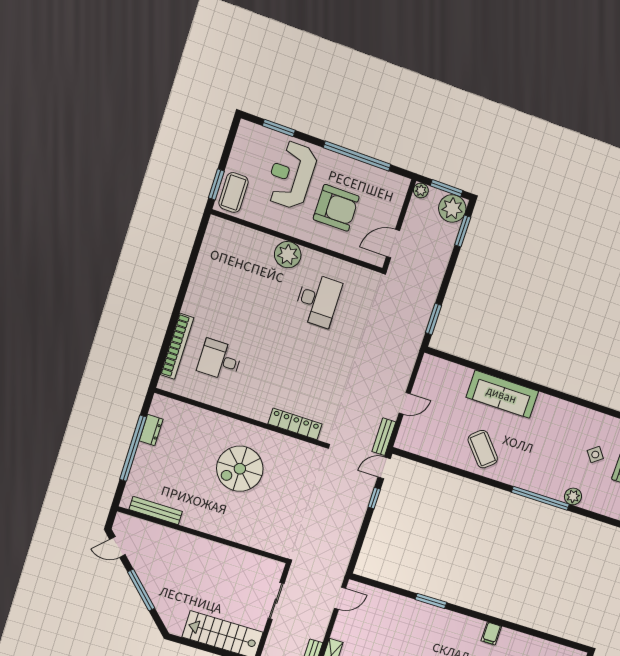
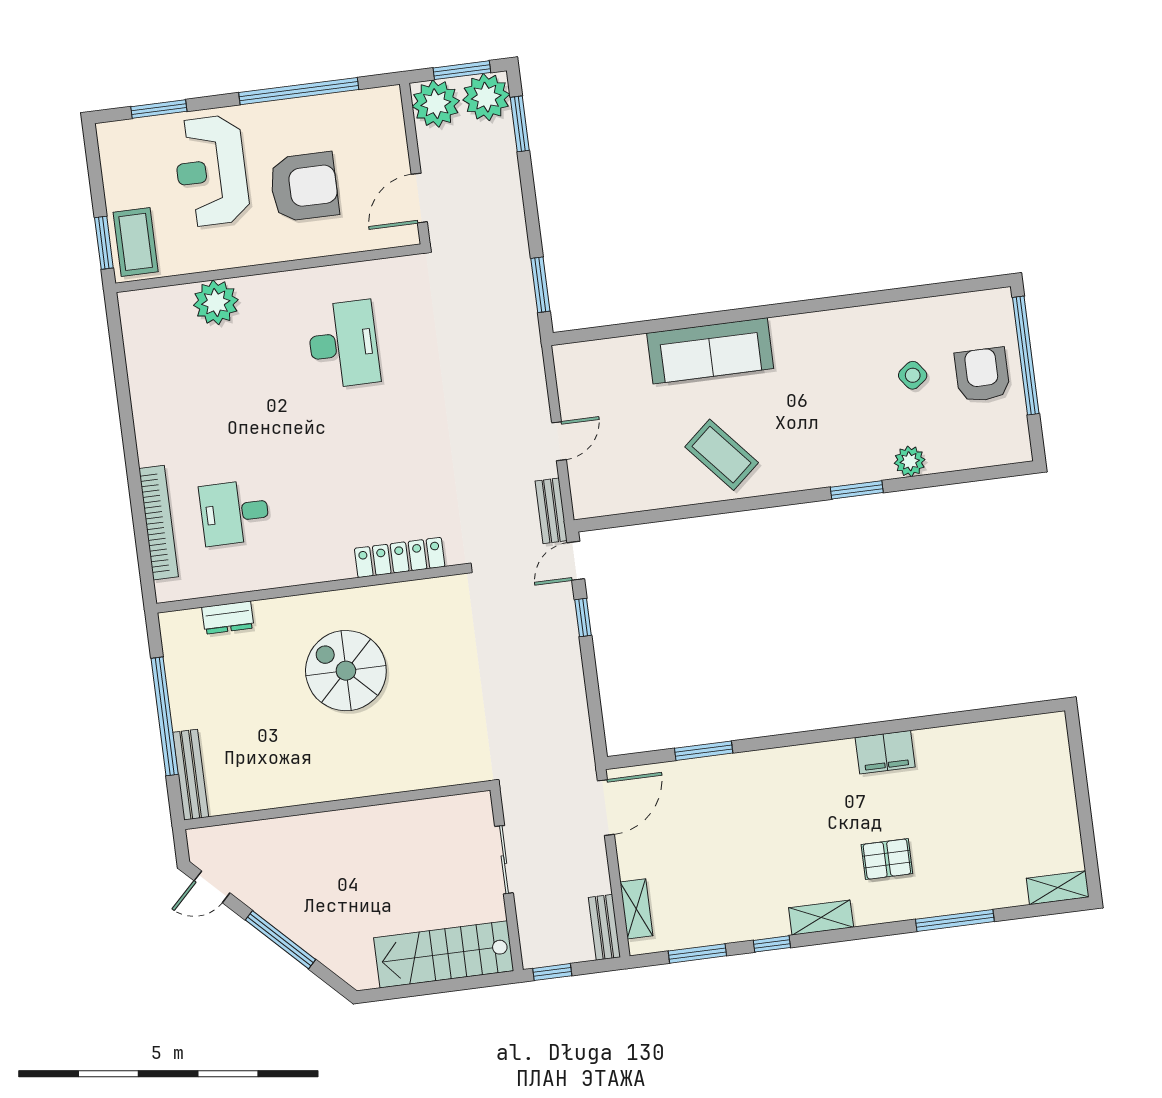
plant: (421, 190) -> (436, 104), width x1.87, depth x1.87
plant: (288, 255) -> (216, 302), moved
dresser: (151, 430) -> (228, 618), moved, turned 90
spiral stairs: (240, 469) -> (346, 671), turned 90
window: (540, 498) -> (857, 490), width x0.47
bench: (156, 511) -> (191, 775), moved, turned 90
door: (340, 598) -> (606, 808), width x1.38
window: (431, 601) -> (704, 751), moved
filing cabinet: (491, 633) -> (885, 752), width x2.00

